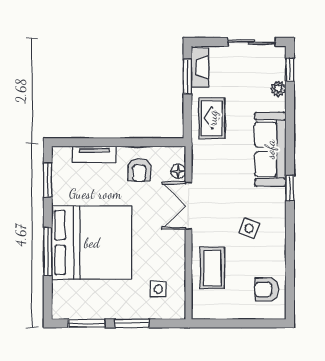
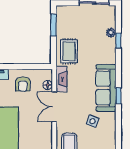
fireplace: (200, 67) -> (61, 79), moved
window: (290, 70) -> (118, 40), moved
sofa: (270, 149) -> (106, 88), moved

